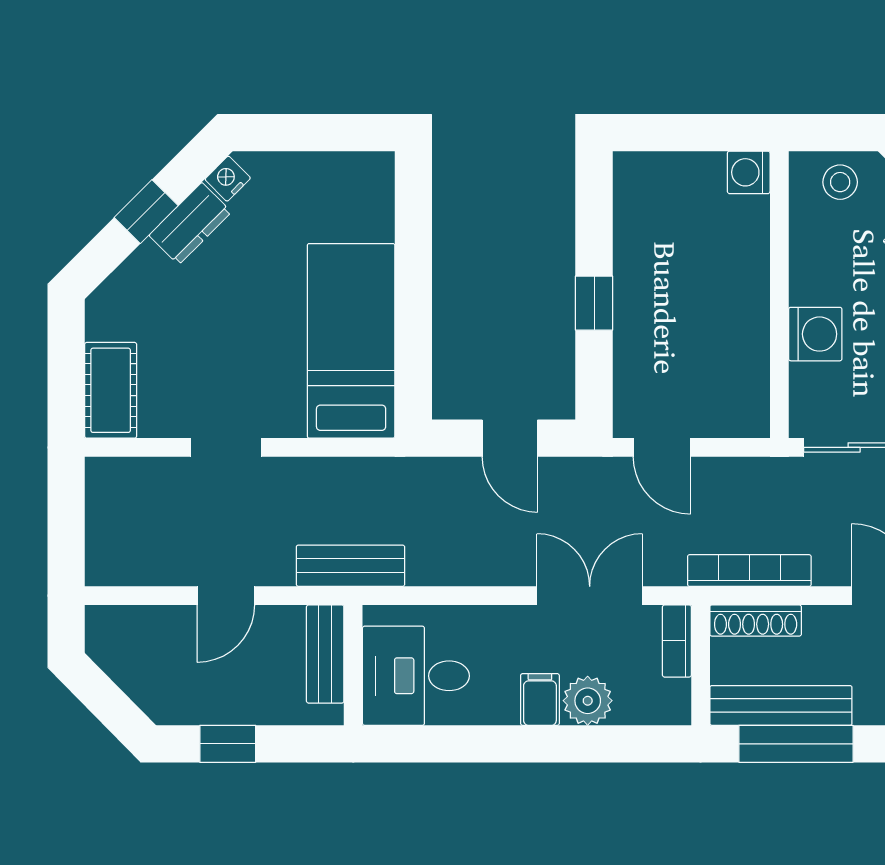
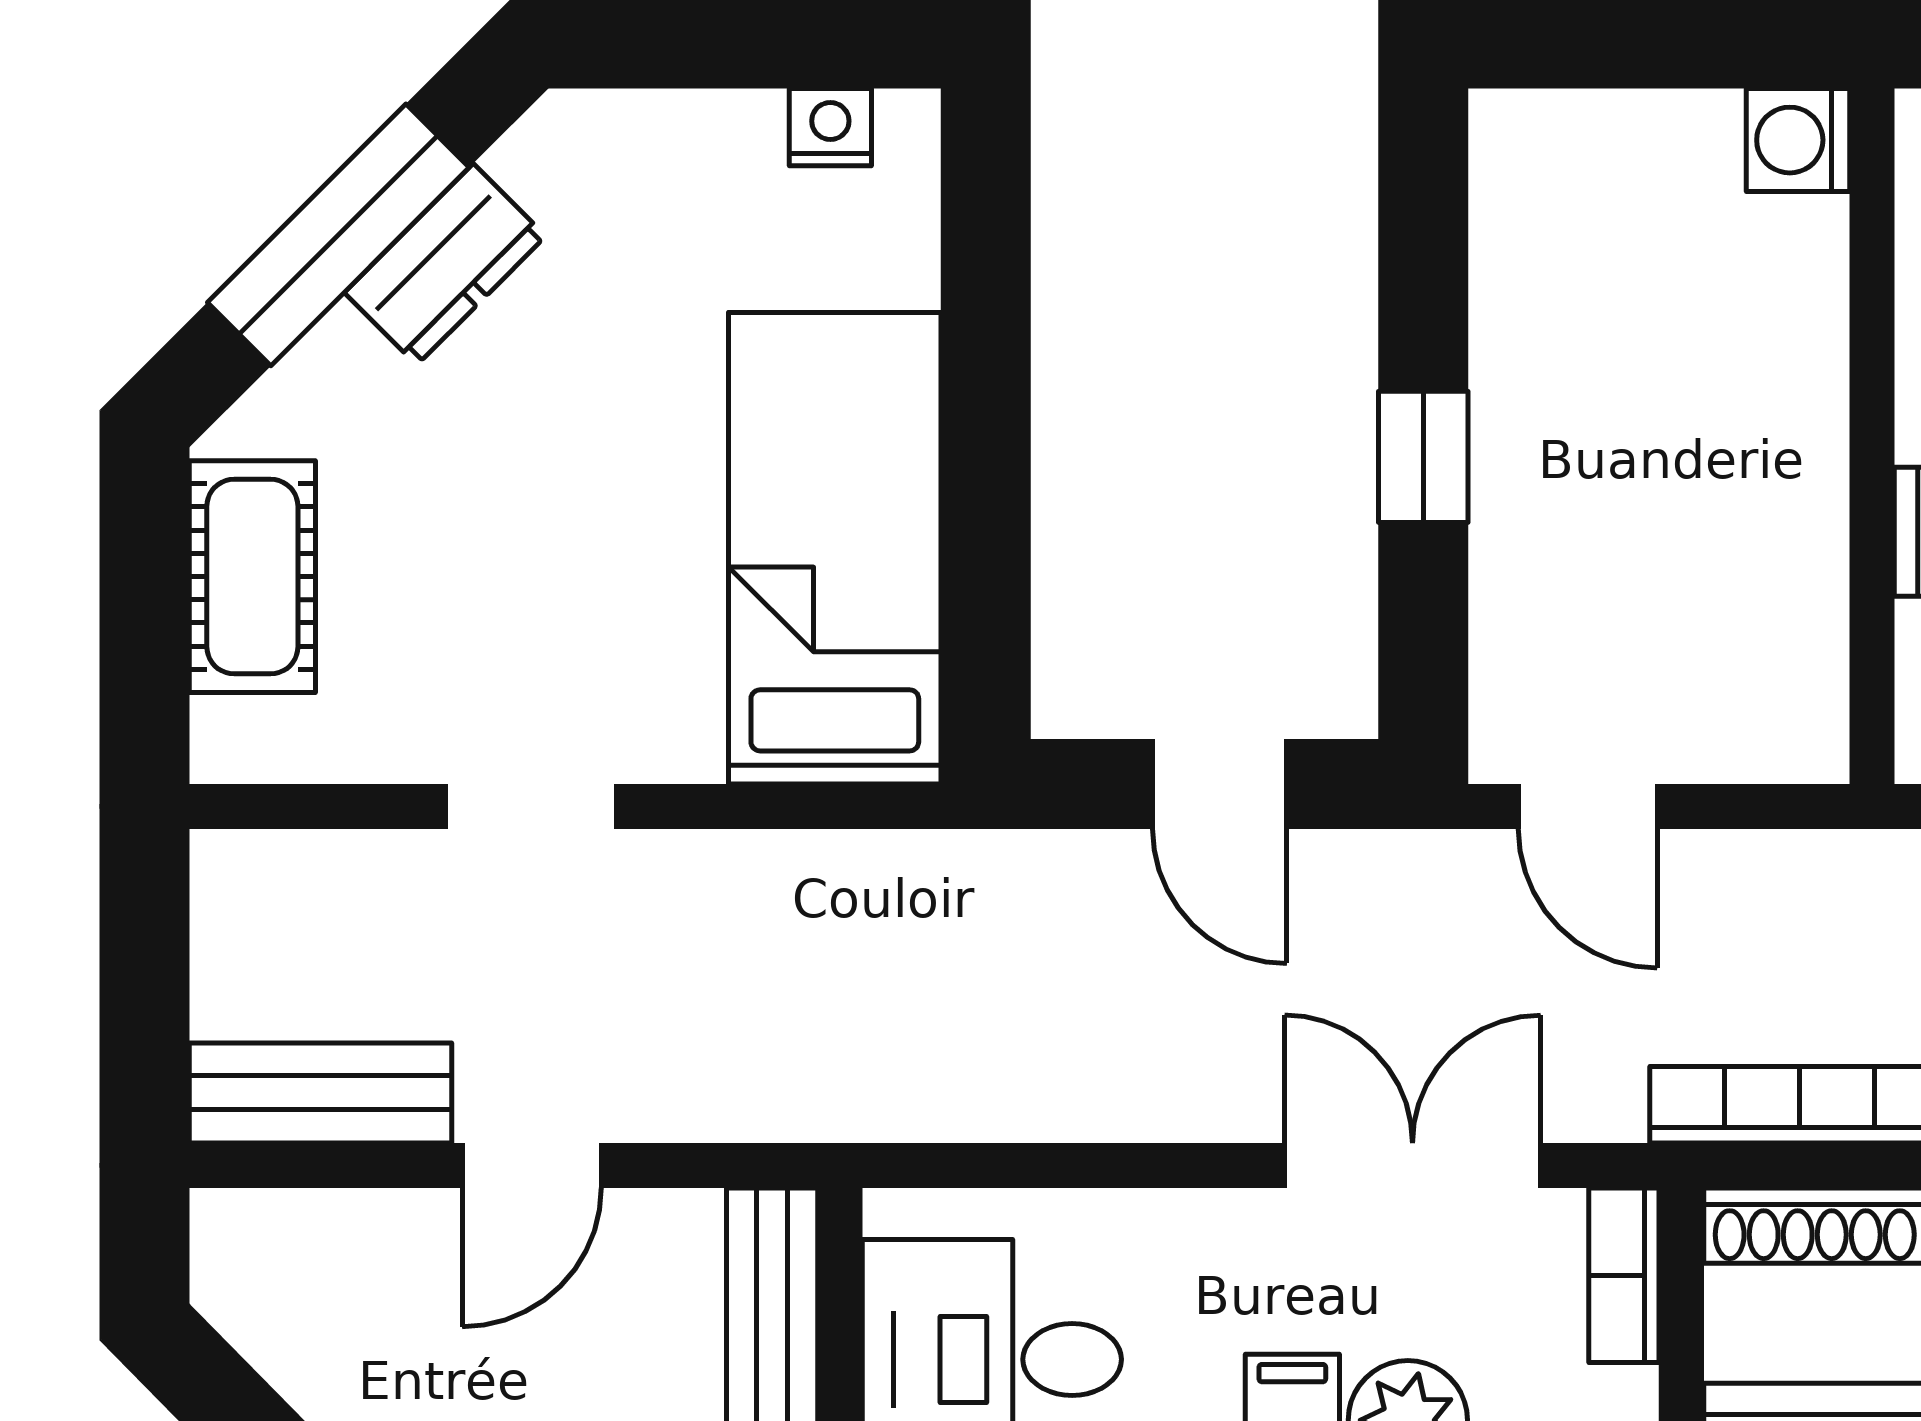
nightstand: (228, 179) -> (830, 127), moved, turned 45
window: (146, 212) -> (338, 235), width x2.17
cot: (111, 390) -> (252, 577), moved
bench: (350, 566) -> (321, 1093), moved

